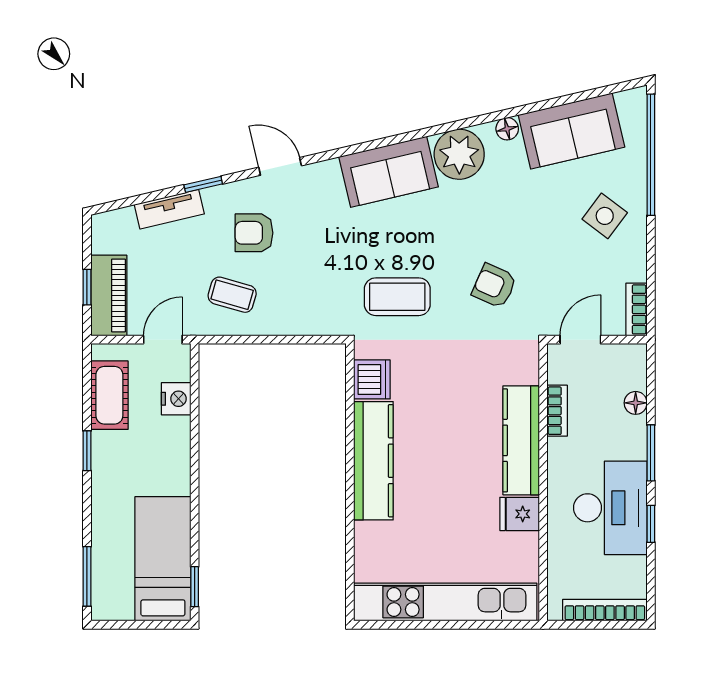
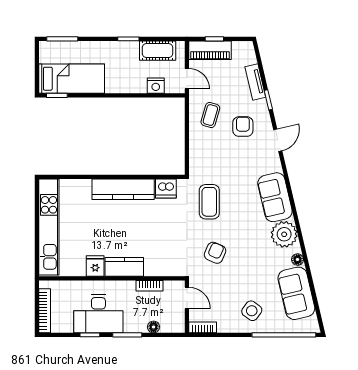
kitchen counter: (521, 440) -> (124, 267), width x0.67

